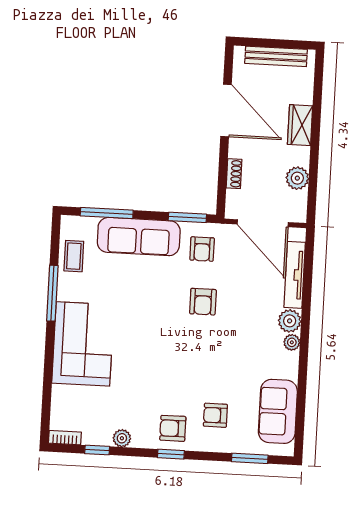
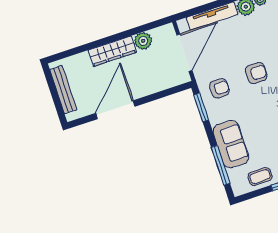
wardrobe: (300, 125) -> (112, 51), width x1.50
shoe rack: (234, 174) -> (157, 87), removed
sofa: (139, 237) -> (231, 144), width x0.73

